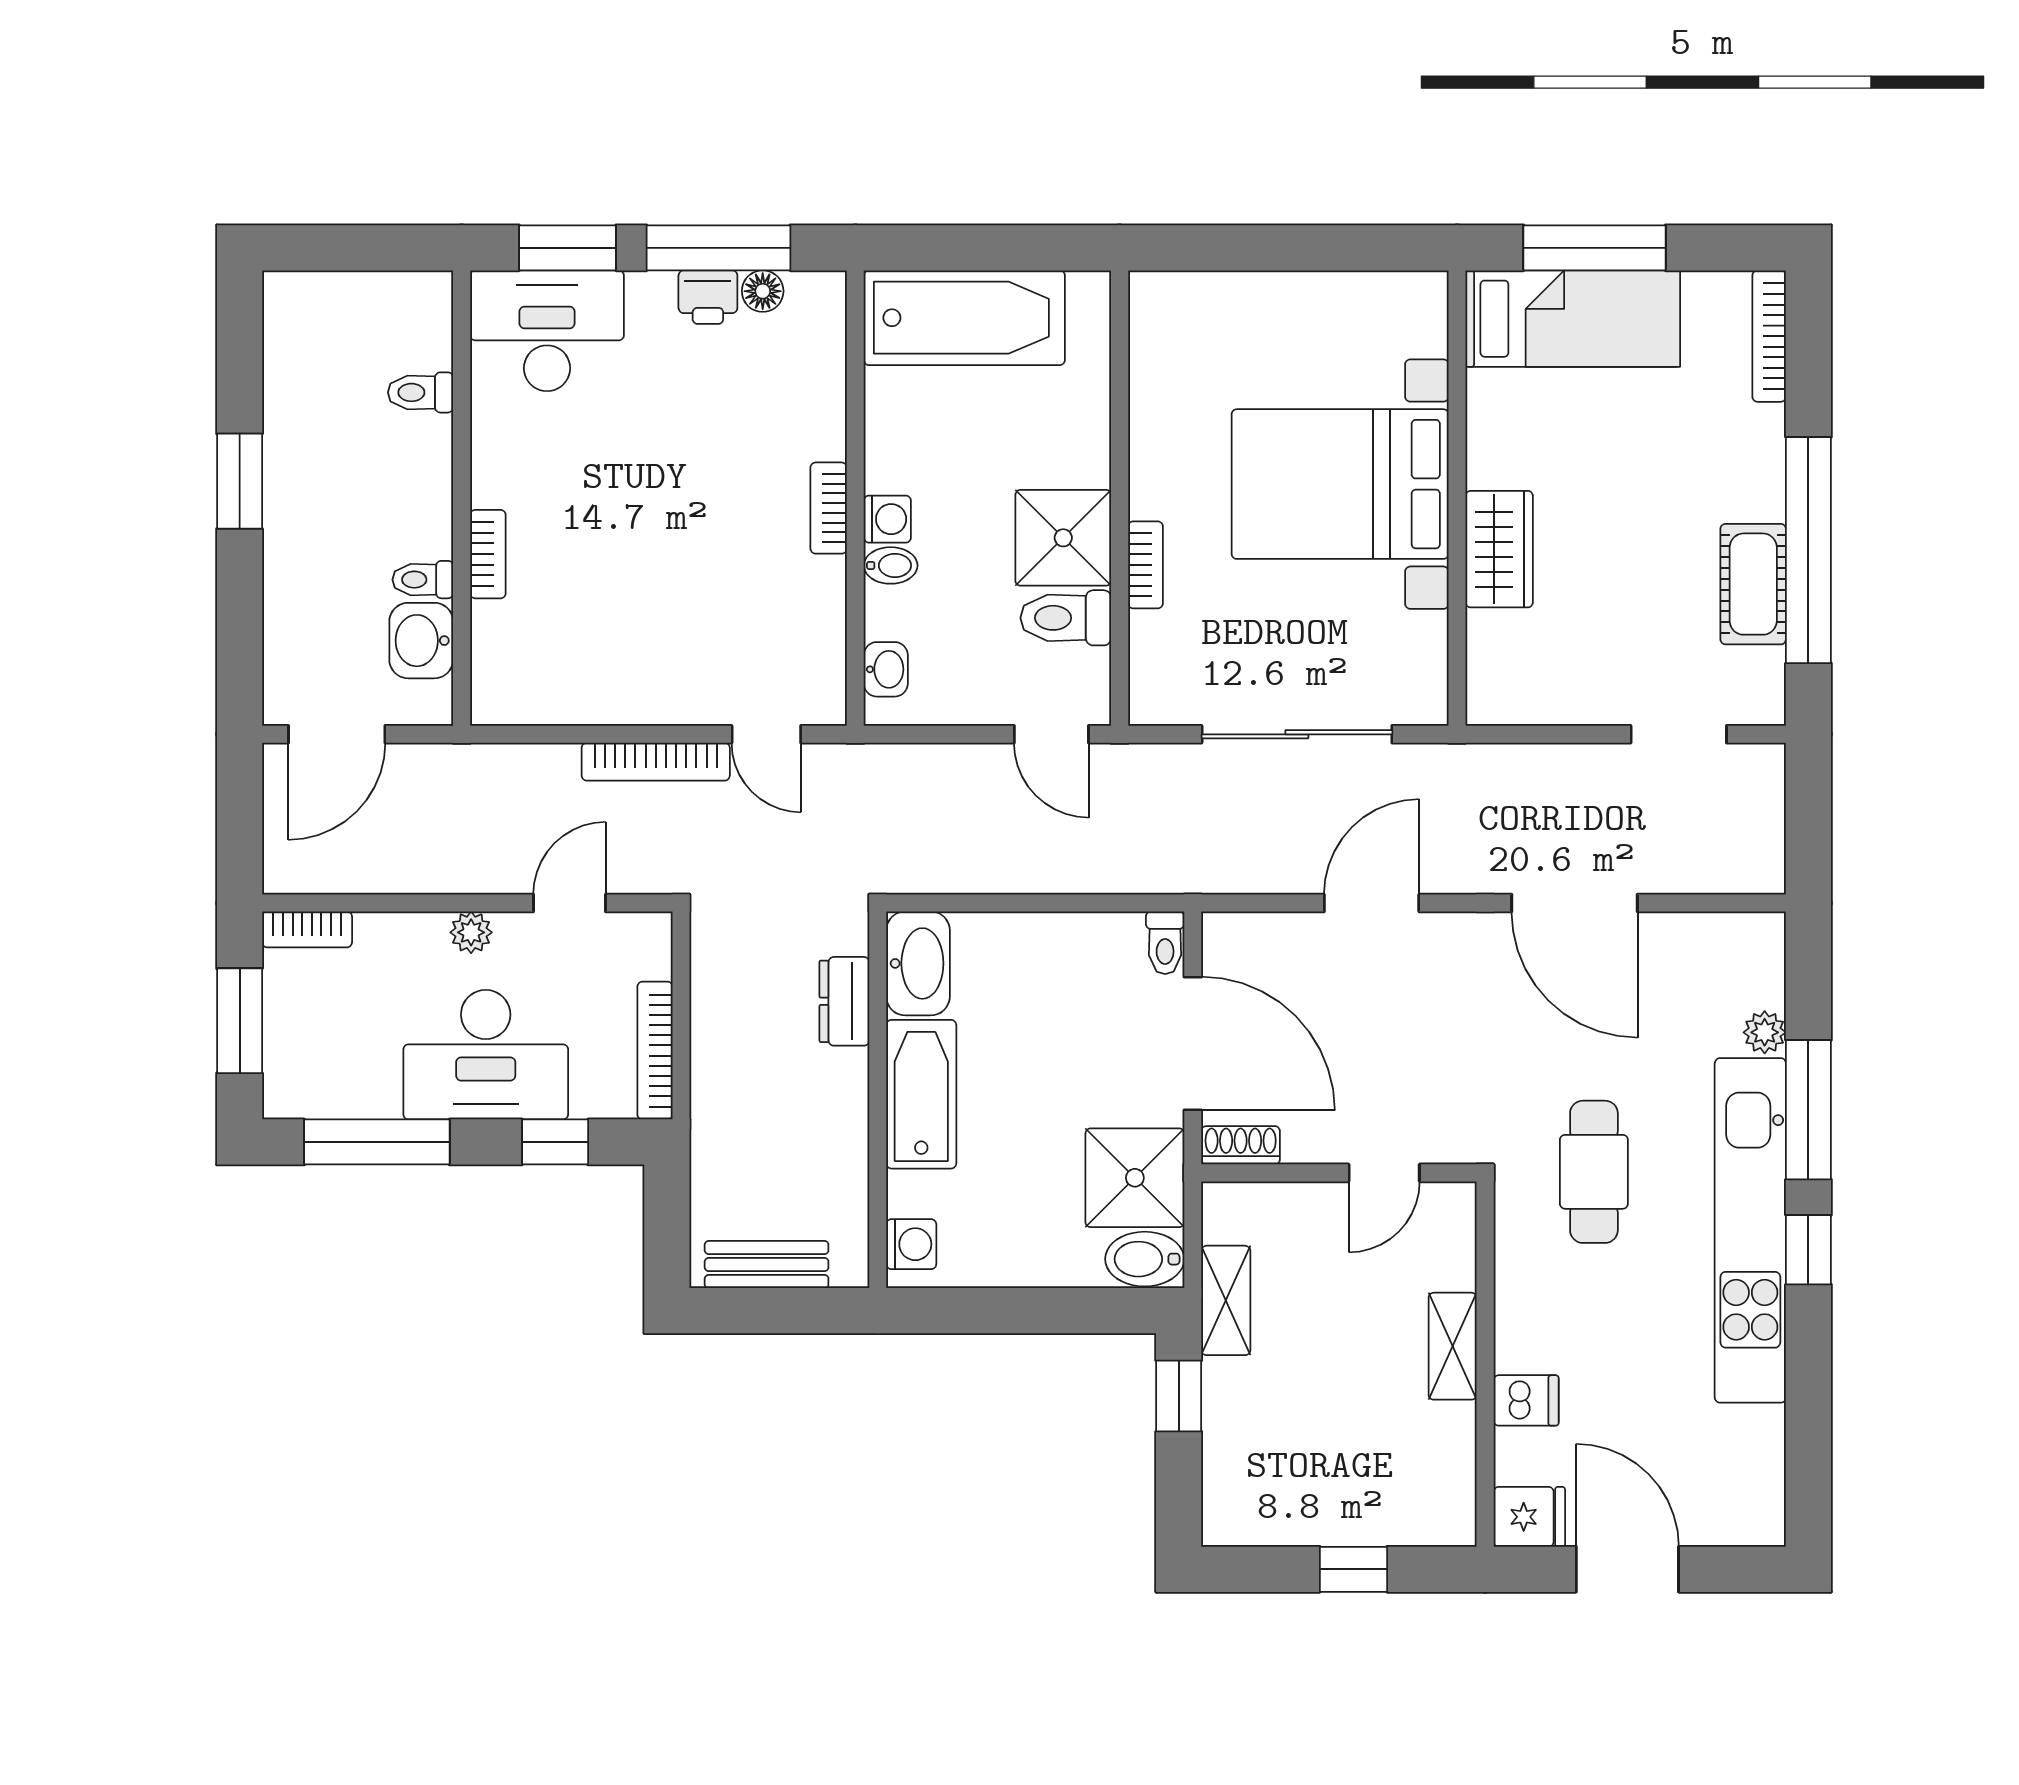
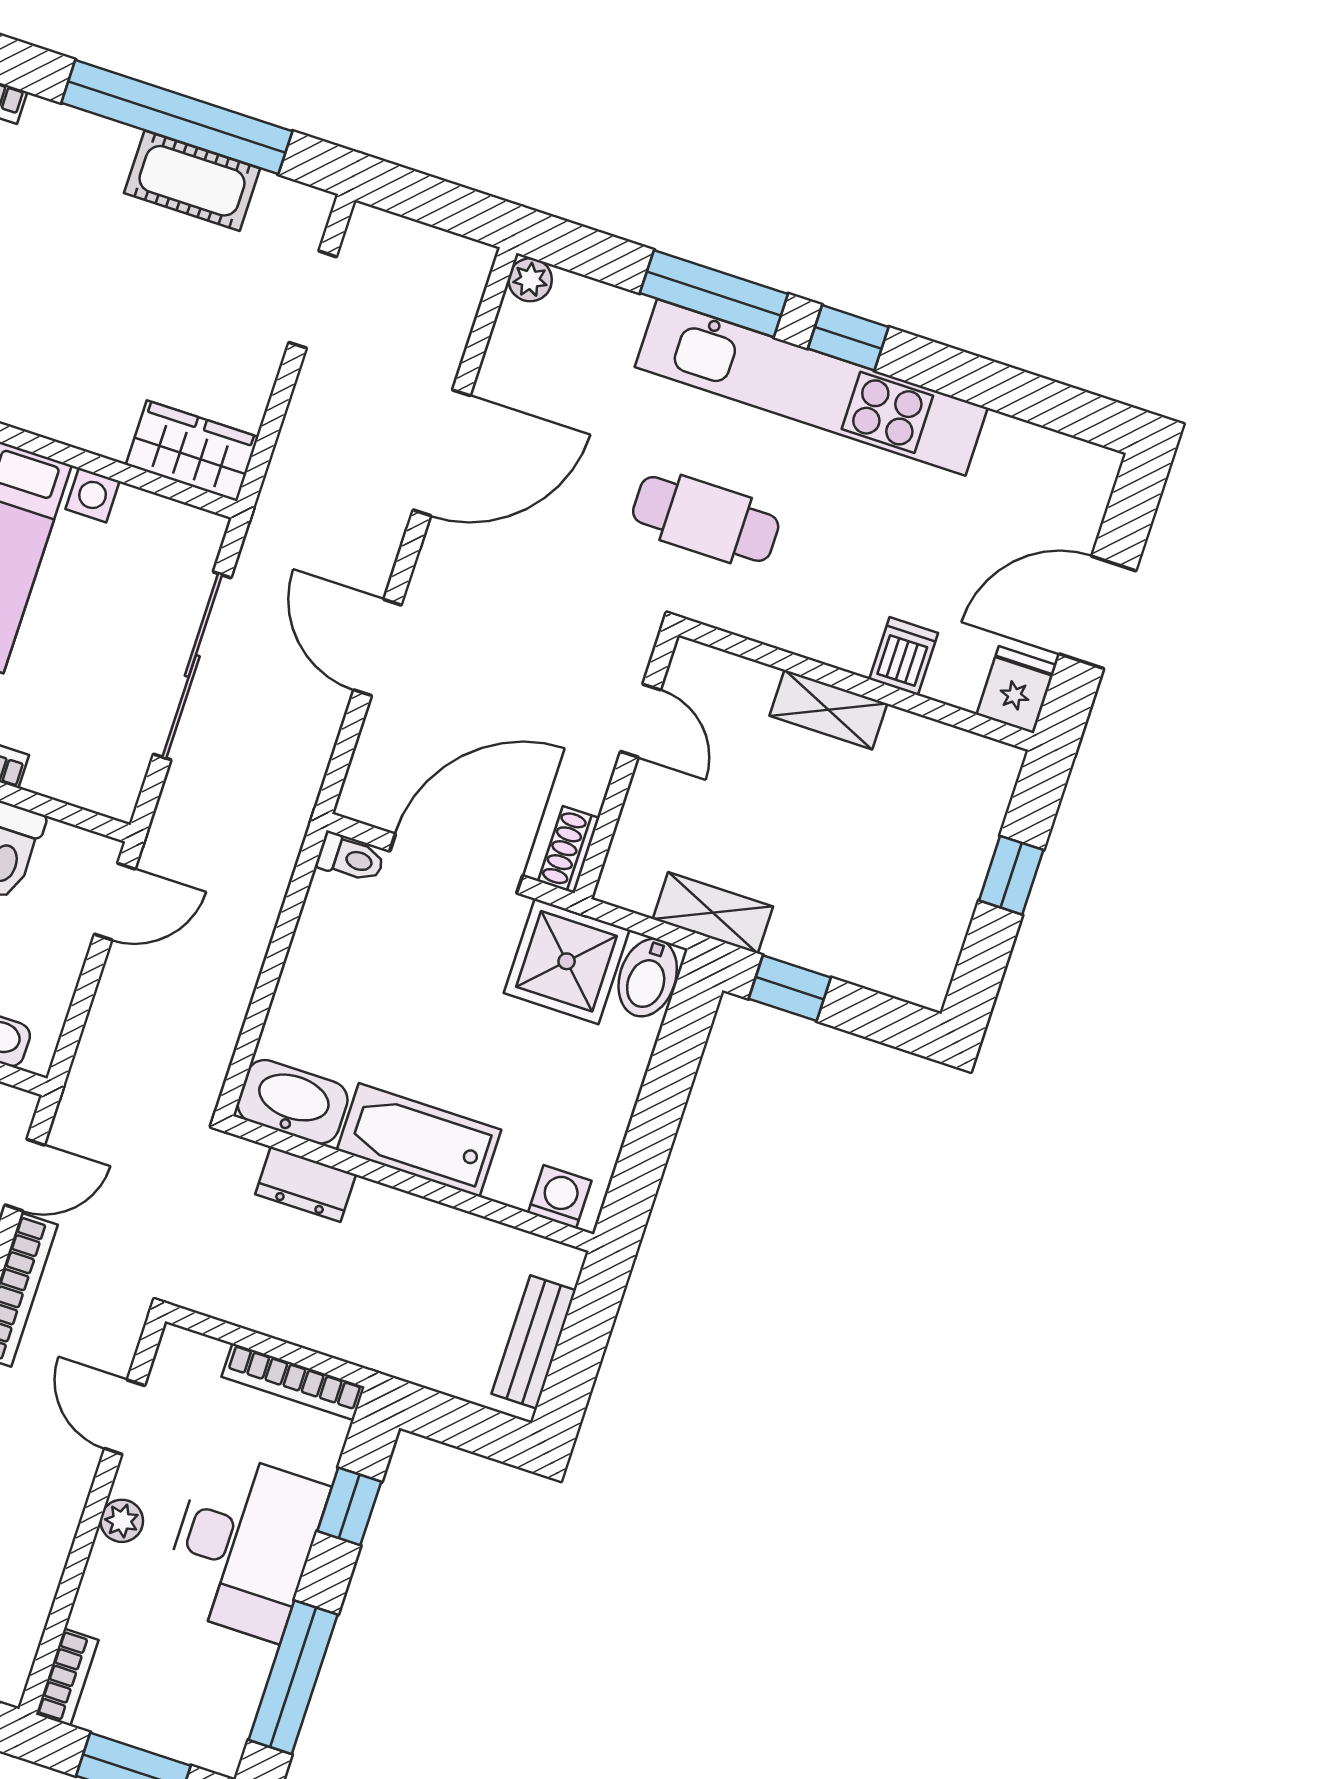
wardrobe: (1499, 549) -> (192, 451), moved
plant: (1765, 1032) -> (530, 280), moved

